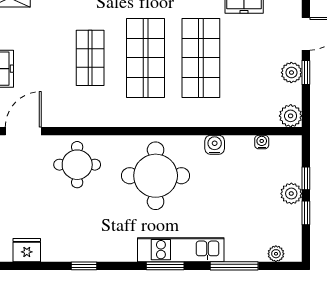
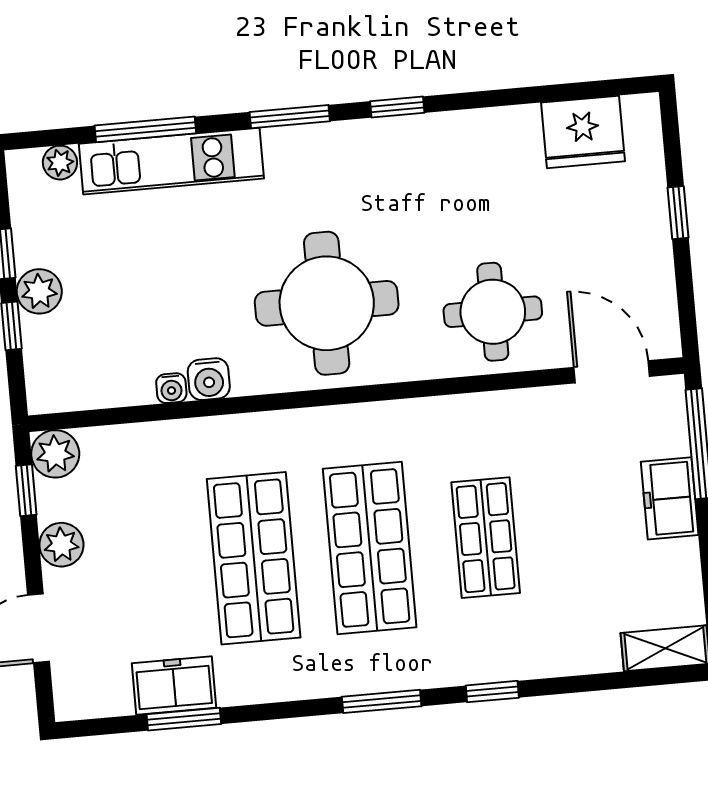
window: (306, 73) -> (26, 490), moved
door: (23, 131) -> (612, 372), swing flipped
water cooler: (262, 142) -> (171, 388), moved
fridge: (27, 250) -> (583, 132), width x1.36, depth x1.34
kitchen unit: (181, 250) -> (171, 161), moved
window: (84, 266) -> (397, 107), moved

